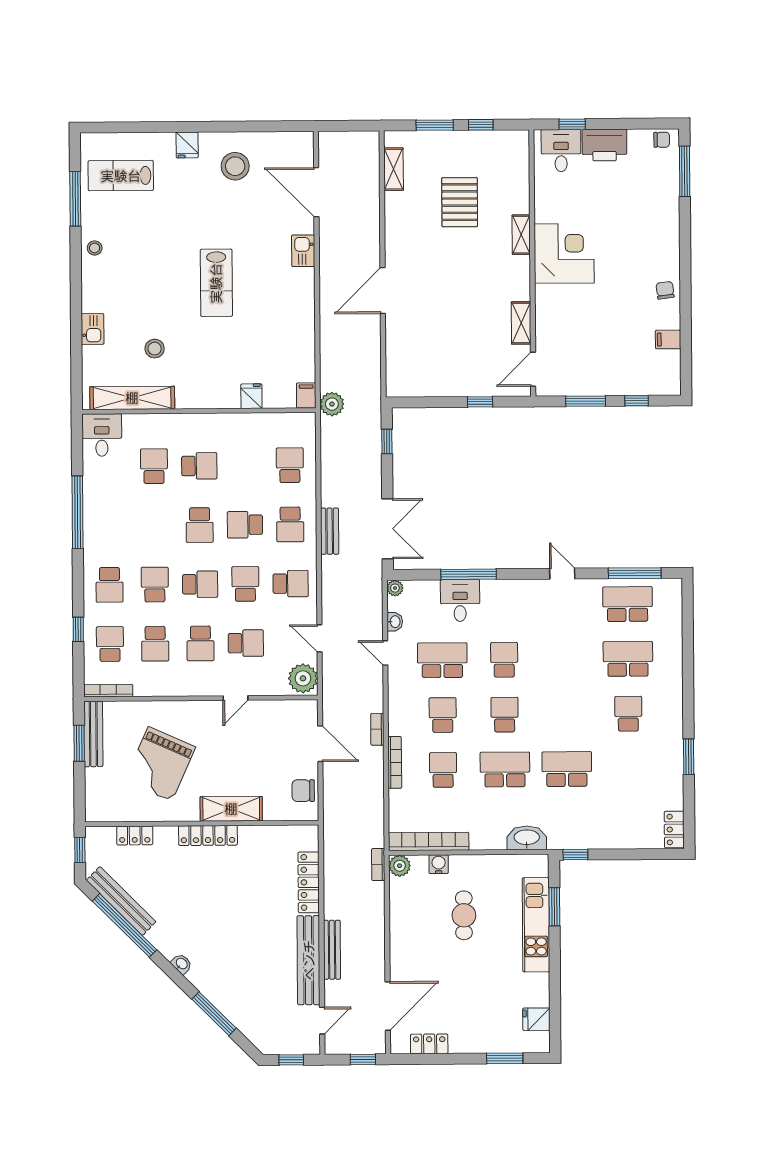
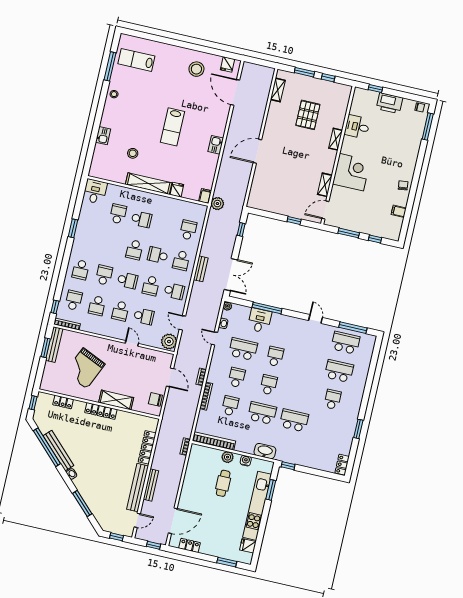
fridge: (187, 145) -> (228, 64), moved
desk: (561, 151) -> (357, 127), moved, turned -90
kitchen sink: (303, 251) -> (216, 145), moved
corner desk: (564, 253) -> (351, 172), moved
shelving: (132, 398) -> (149, 184), moved
window: (77, 512) -> (73, 228), width x0.47
school desk: (245, 584) -> (151, 286), turned 180
window: (78, 629) -> (55, 307), moved
door: (235, 698) -> (132, 343), swing flipped
water cooler: (439, 864) -> (246, 461), moved
plant: (400, 866) -> (228, 457), moved
bench: (121, 901) -> (58, 451), moved
kitchen unit: (536, 925) -> (257, 506), width x1.36

